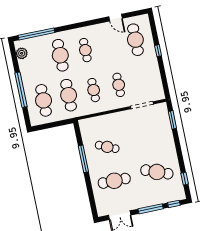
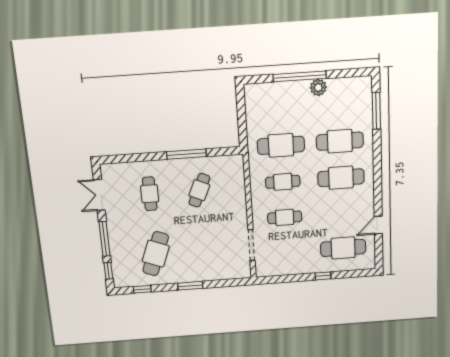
window: (36, 34) -> (376, 111), width x0.68
cafe table: (85, 50) -> (341, 178), width x1.37, depth x1.35
plant: (22, 53) -> (318, 87), moved
cafe table: (44, 100) -> (279, 108), removed
window: (172, 120) -> (190, 286), moved
cafe table: (114, 181) -> (150, 194), width x0.73, depth x0.74

